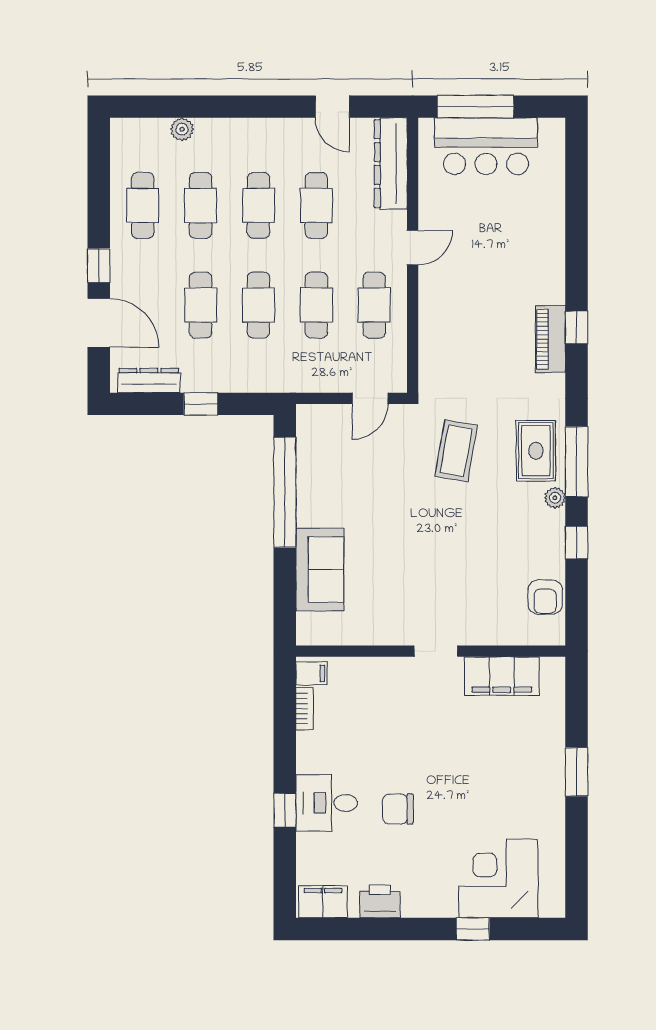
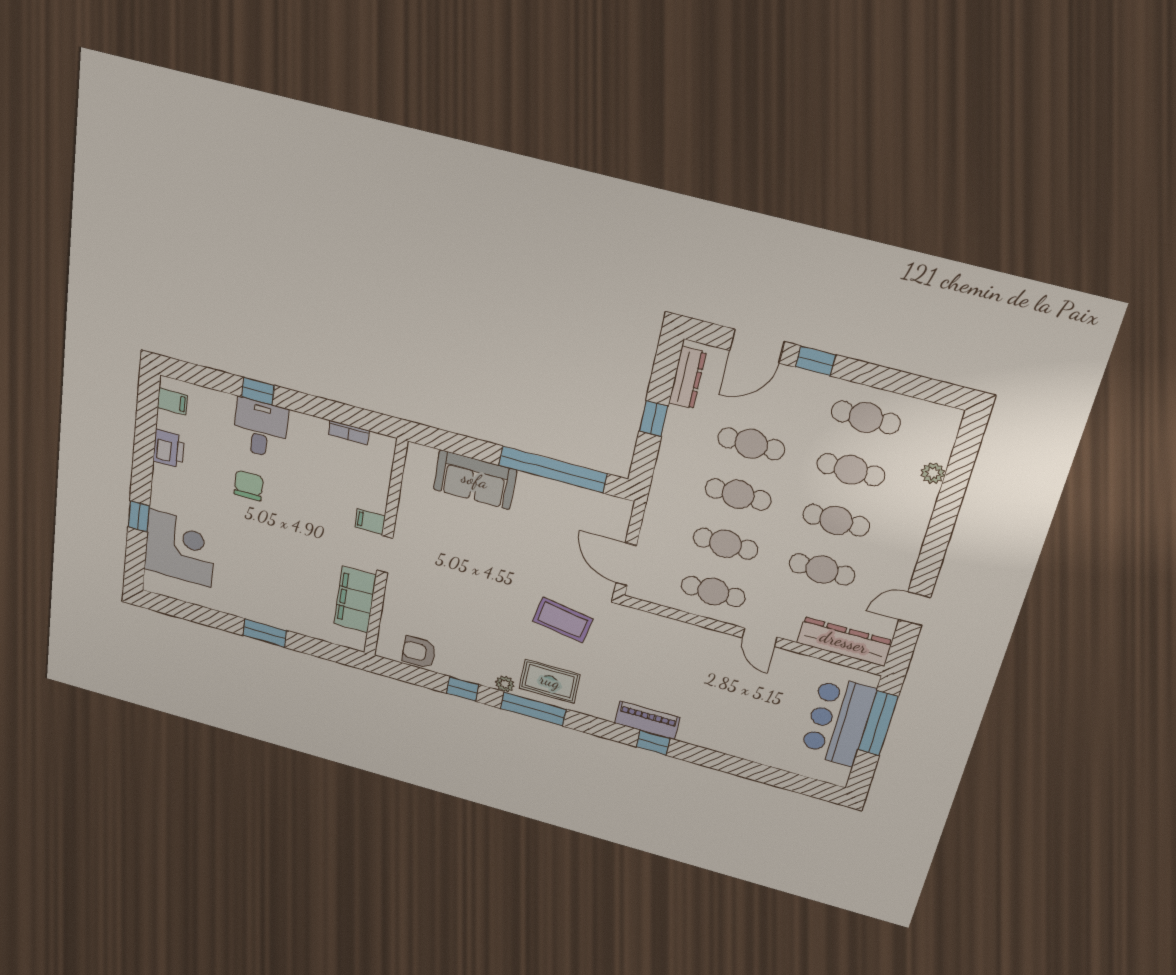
door: (370, 398) -> (626, 564), width x1.38
filing cabinet: (312, 673) -> (370, 522), moved, turned 90
filing cabinet: (323, 902) -> (172, 401), width x0.50

